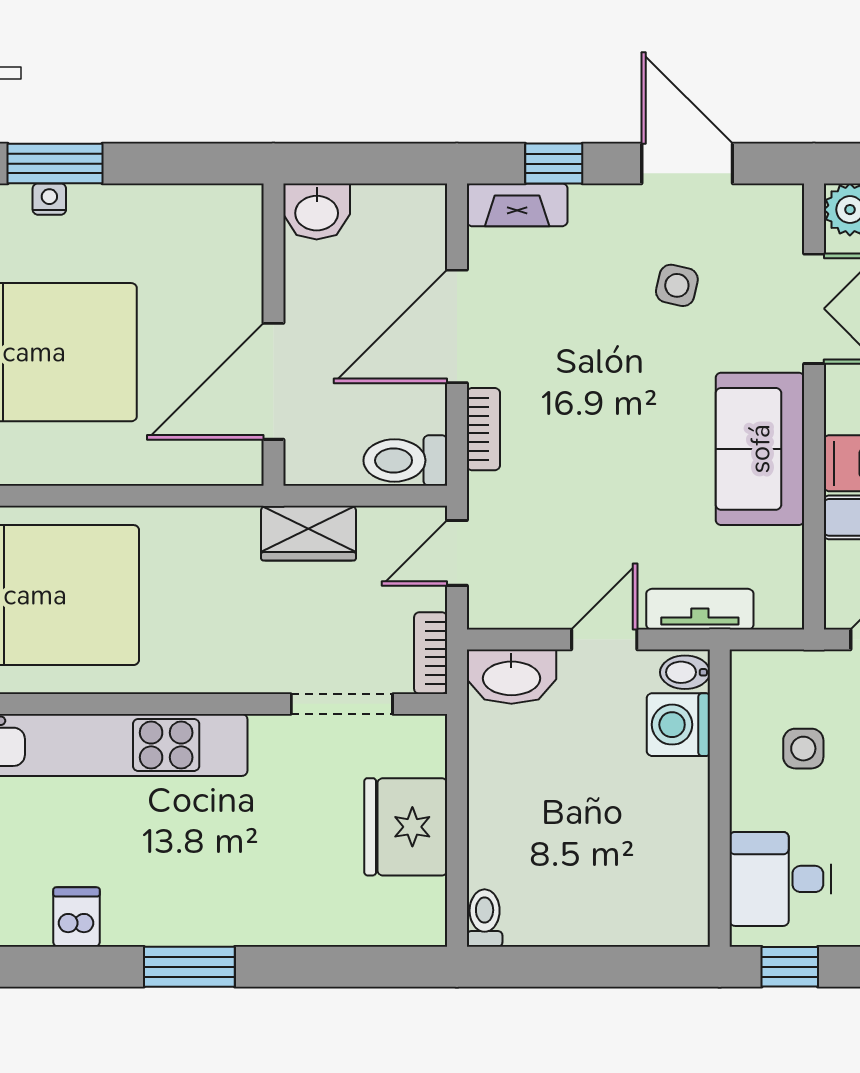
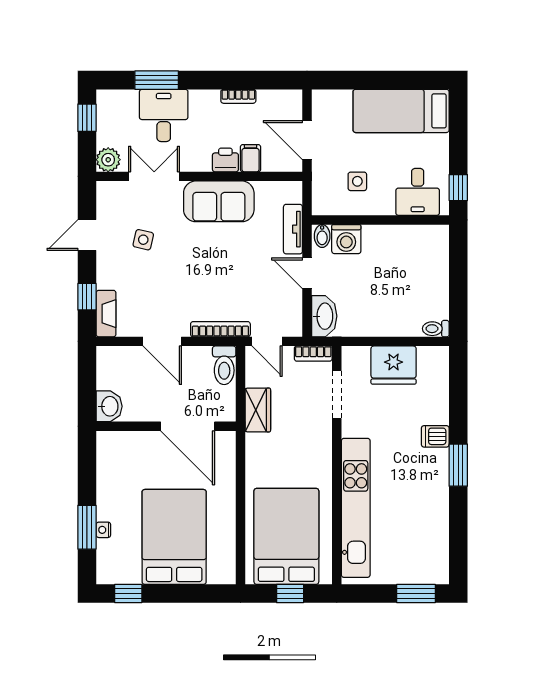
door: (687, 164) -> (87, 235), width x0.73
door: (457, 326) -> (162, 341), width x0.73
bookcase: (483, 429) -> (220, 329), width x1.56
dishwasher: (76, 917) -> (435, 436), moved

